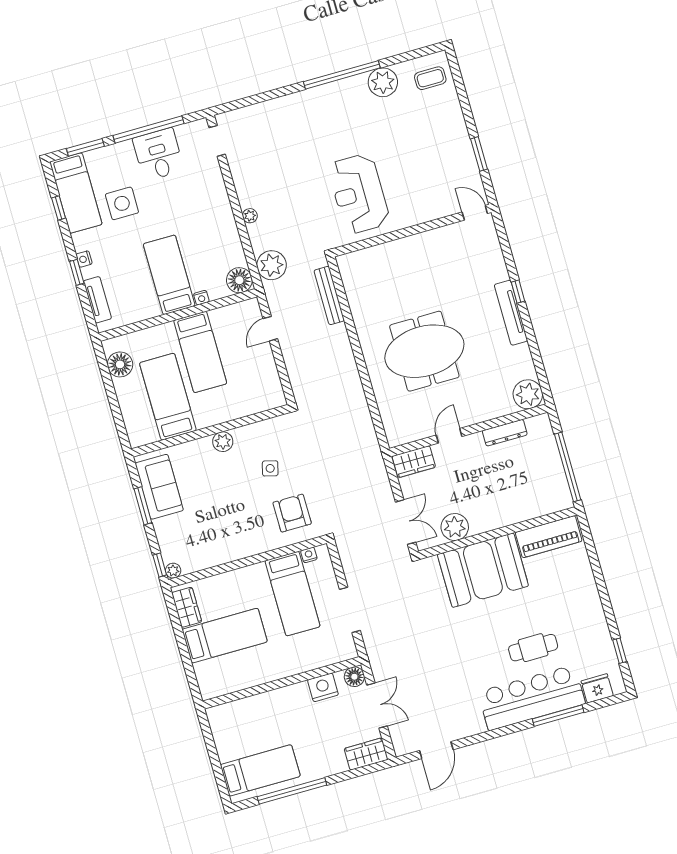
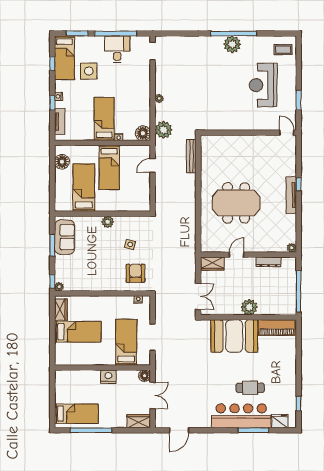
plant: (383, 82) -> (232, 44), moved
reception desk: (359, 194) -> (263, 85), moved
plant: (528, 394) -> (292, 248), width x0.53, depth x0.53
plant: (455, 527) -> (249, 307), moved
bed: (293, 594) -> (126, 342), moved, turned 180
nightstand: (323, 687) -> (108, 377), moved

